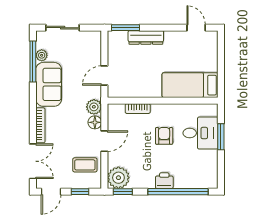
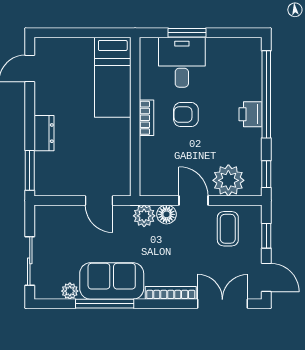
dresser: (146, 37) -> (44, 133), width x0.70
window: (33, 61) -> (105, 304), moved
bookcase: (138, 109) -> (147, 118), moved
plant: (118, 178) -> (228, 180), moved

